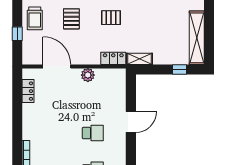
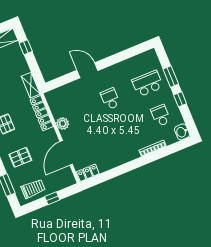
locker: (113, 58) -> (42, 113), width x1.53
locker: (28, 91) -> (88, 173), moved

